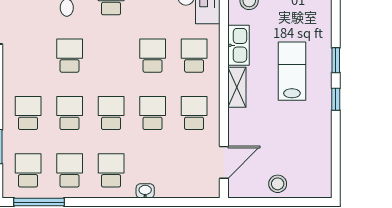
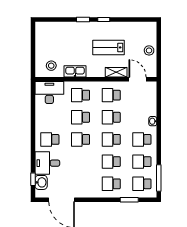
school desk: (70, 56) -> (81, 139), moved
lab bench: (292, 71) -> (109, 47), moved
shelving: (237, 87) -> (116, 72), moved

